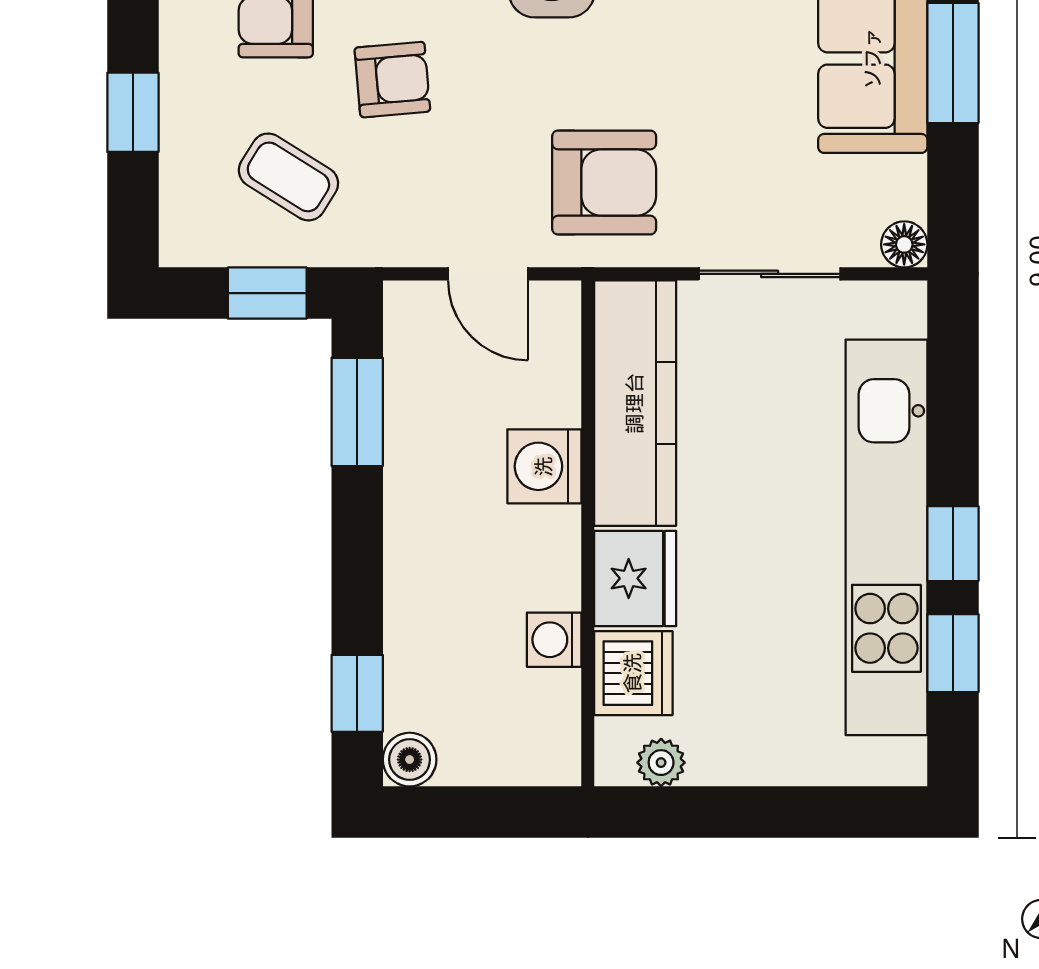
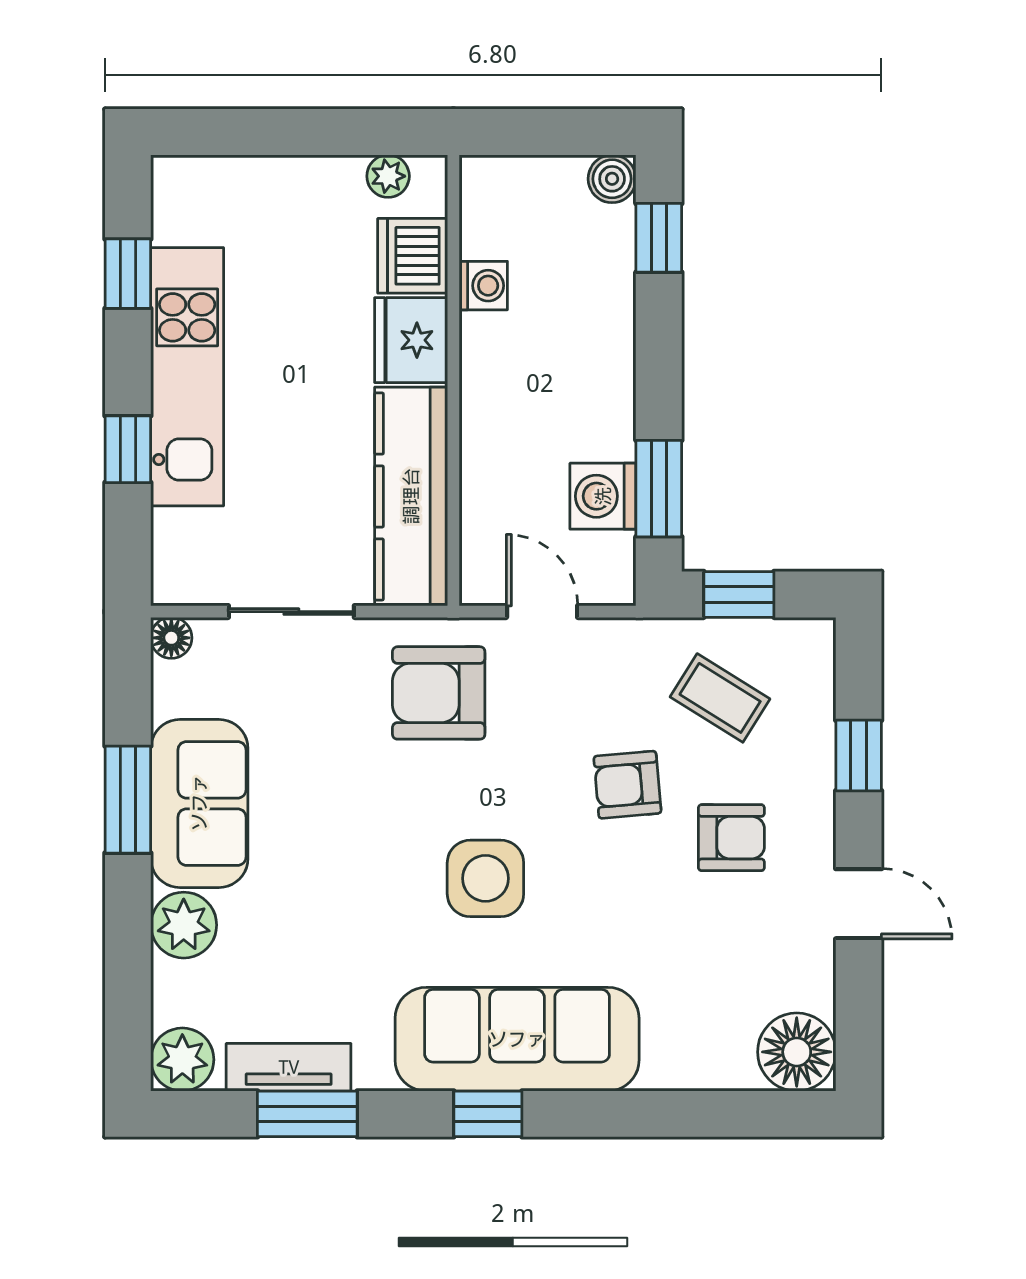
washing machine: (544, 466) -> (603, 496), moved, turned 180
kitchen unit: (886, 537) -> (187, 377), width x0.73
window: (953, 544) -> (128, 449), moved

